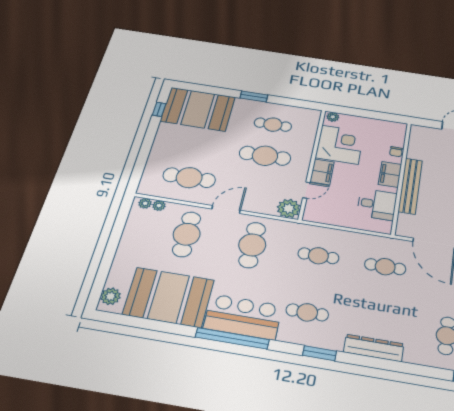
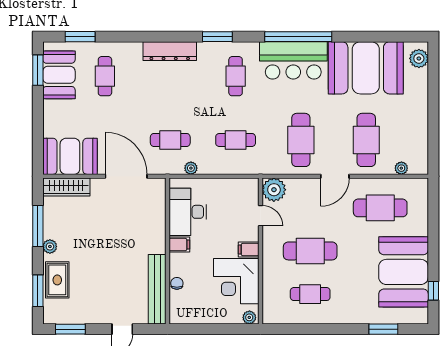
window: (254, 96) -> (383, 329), moved
booth: (198, 109) -> (404, 272), moved, turned 90
filing cabinet: (322, 172) -> (249, 250), width x0.50
filing cabinet: (390, 174) -> (179, 245), width x0.50
bench: (410, 186) -> (157, 289), moved
door: (306, 190) -> (260, 216), swing flipped
plant: (145, 203) -> (191, 168), moved
desk: (377, 204) -> (188, 212), width x1.37
cafe table: (307, 312) -> (236, 76), turned 90

